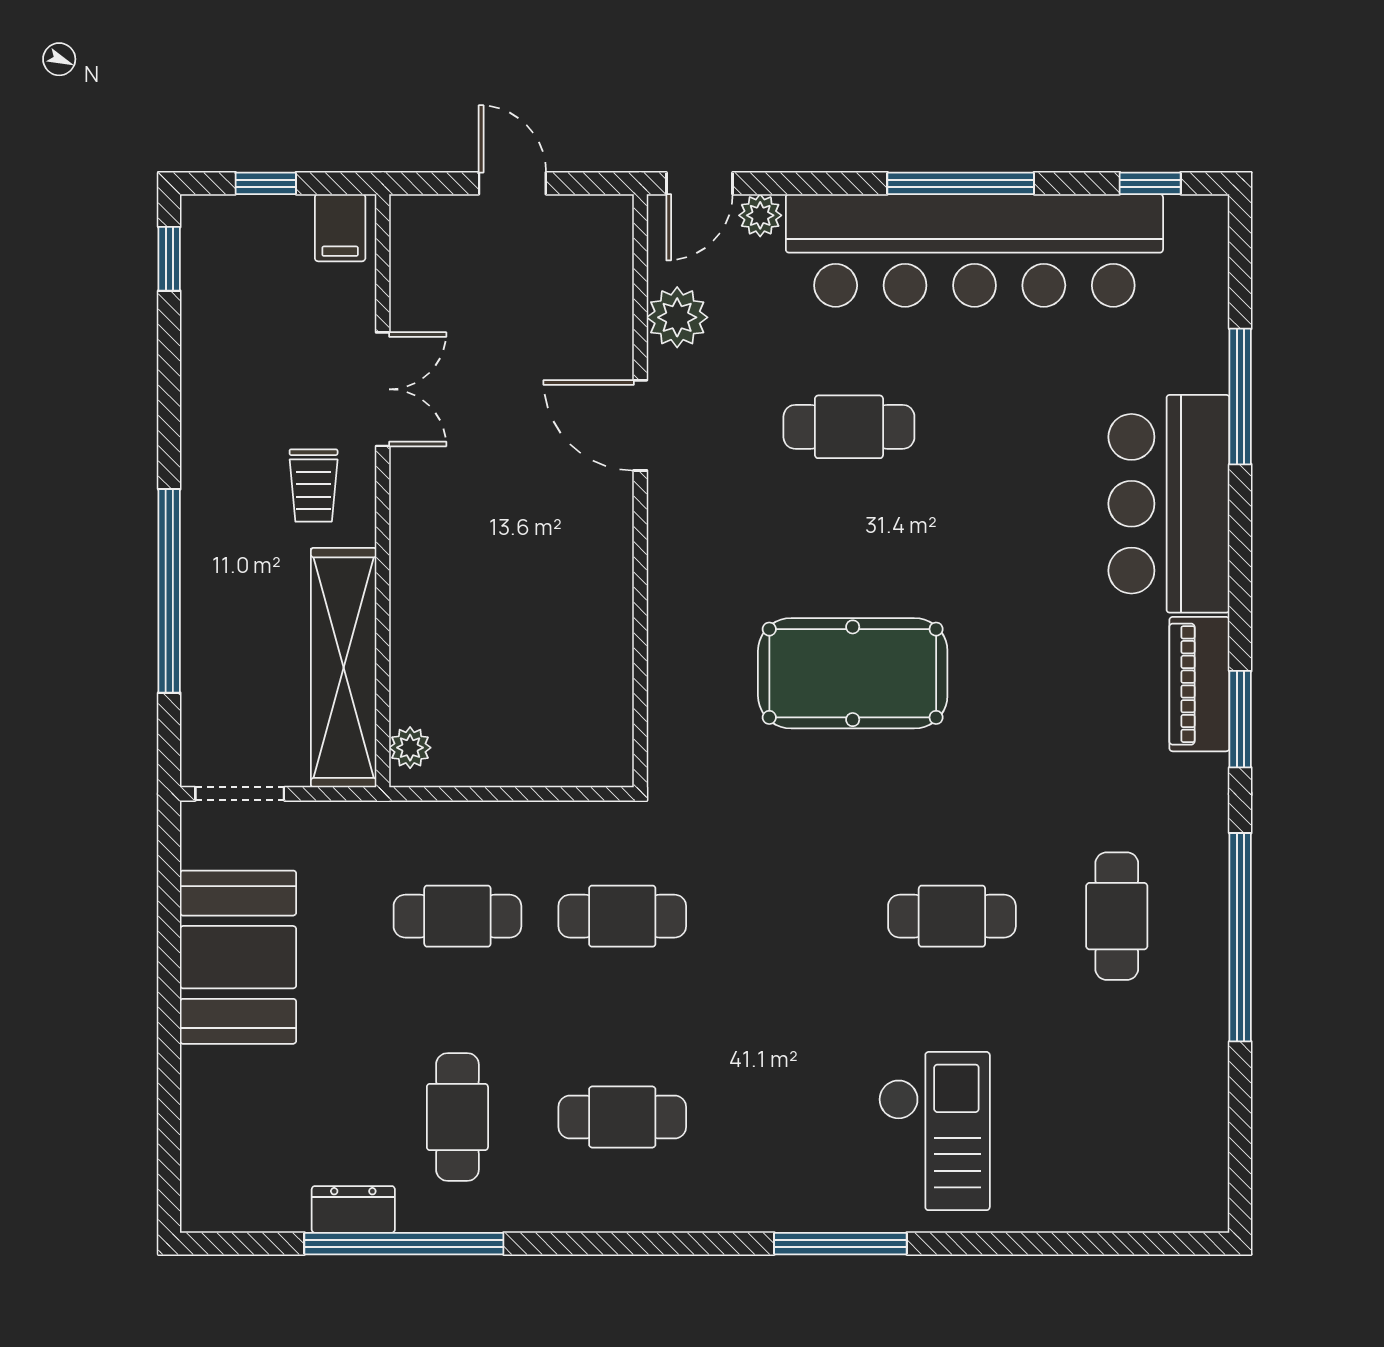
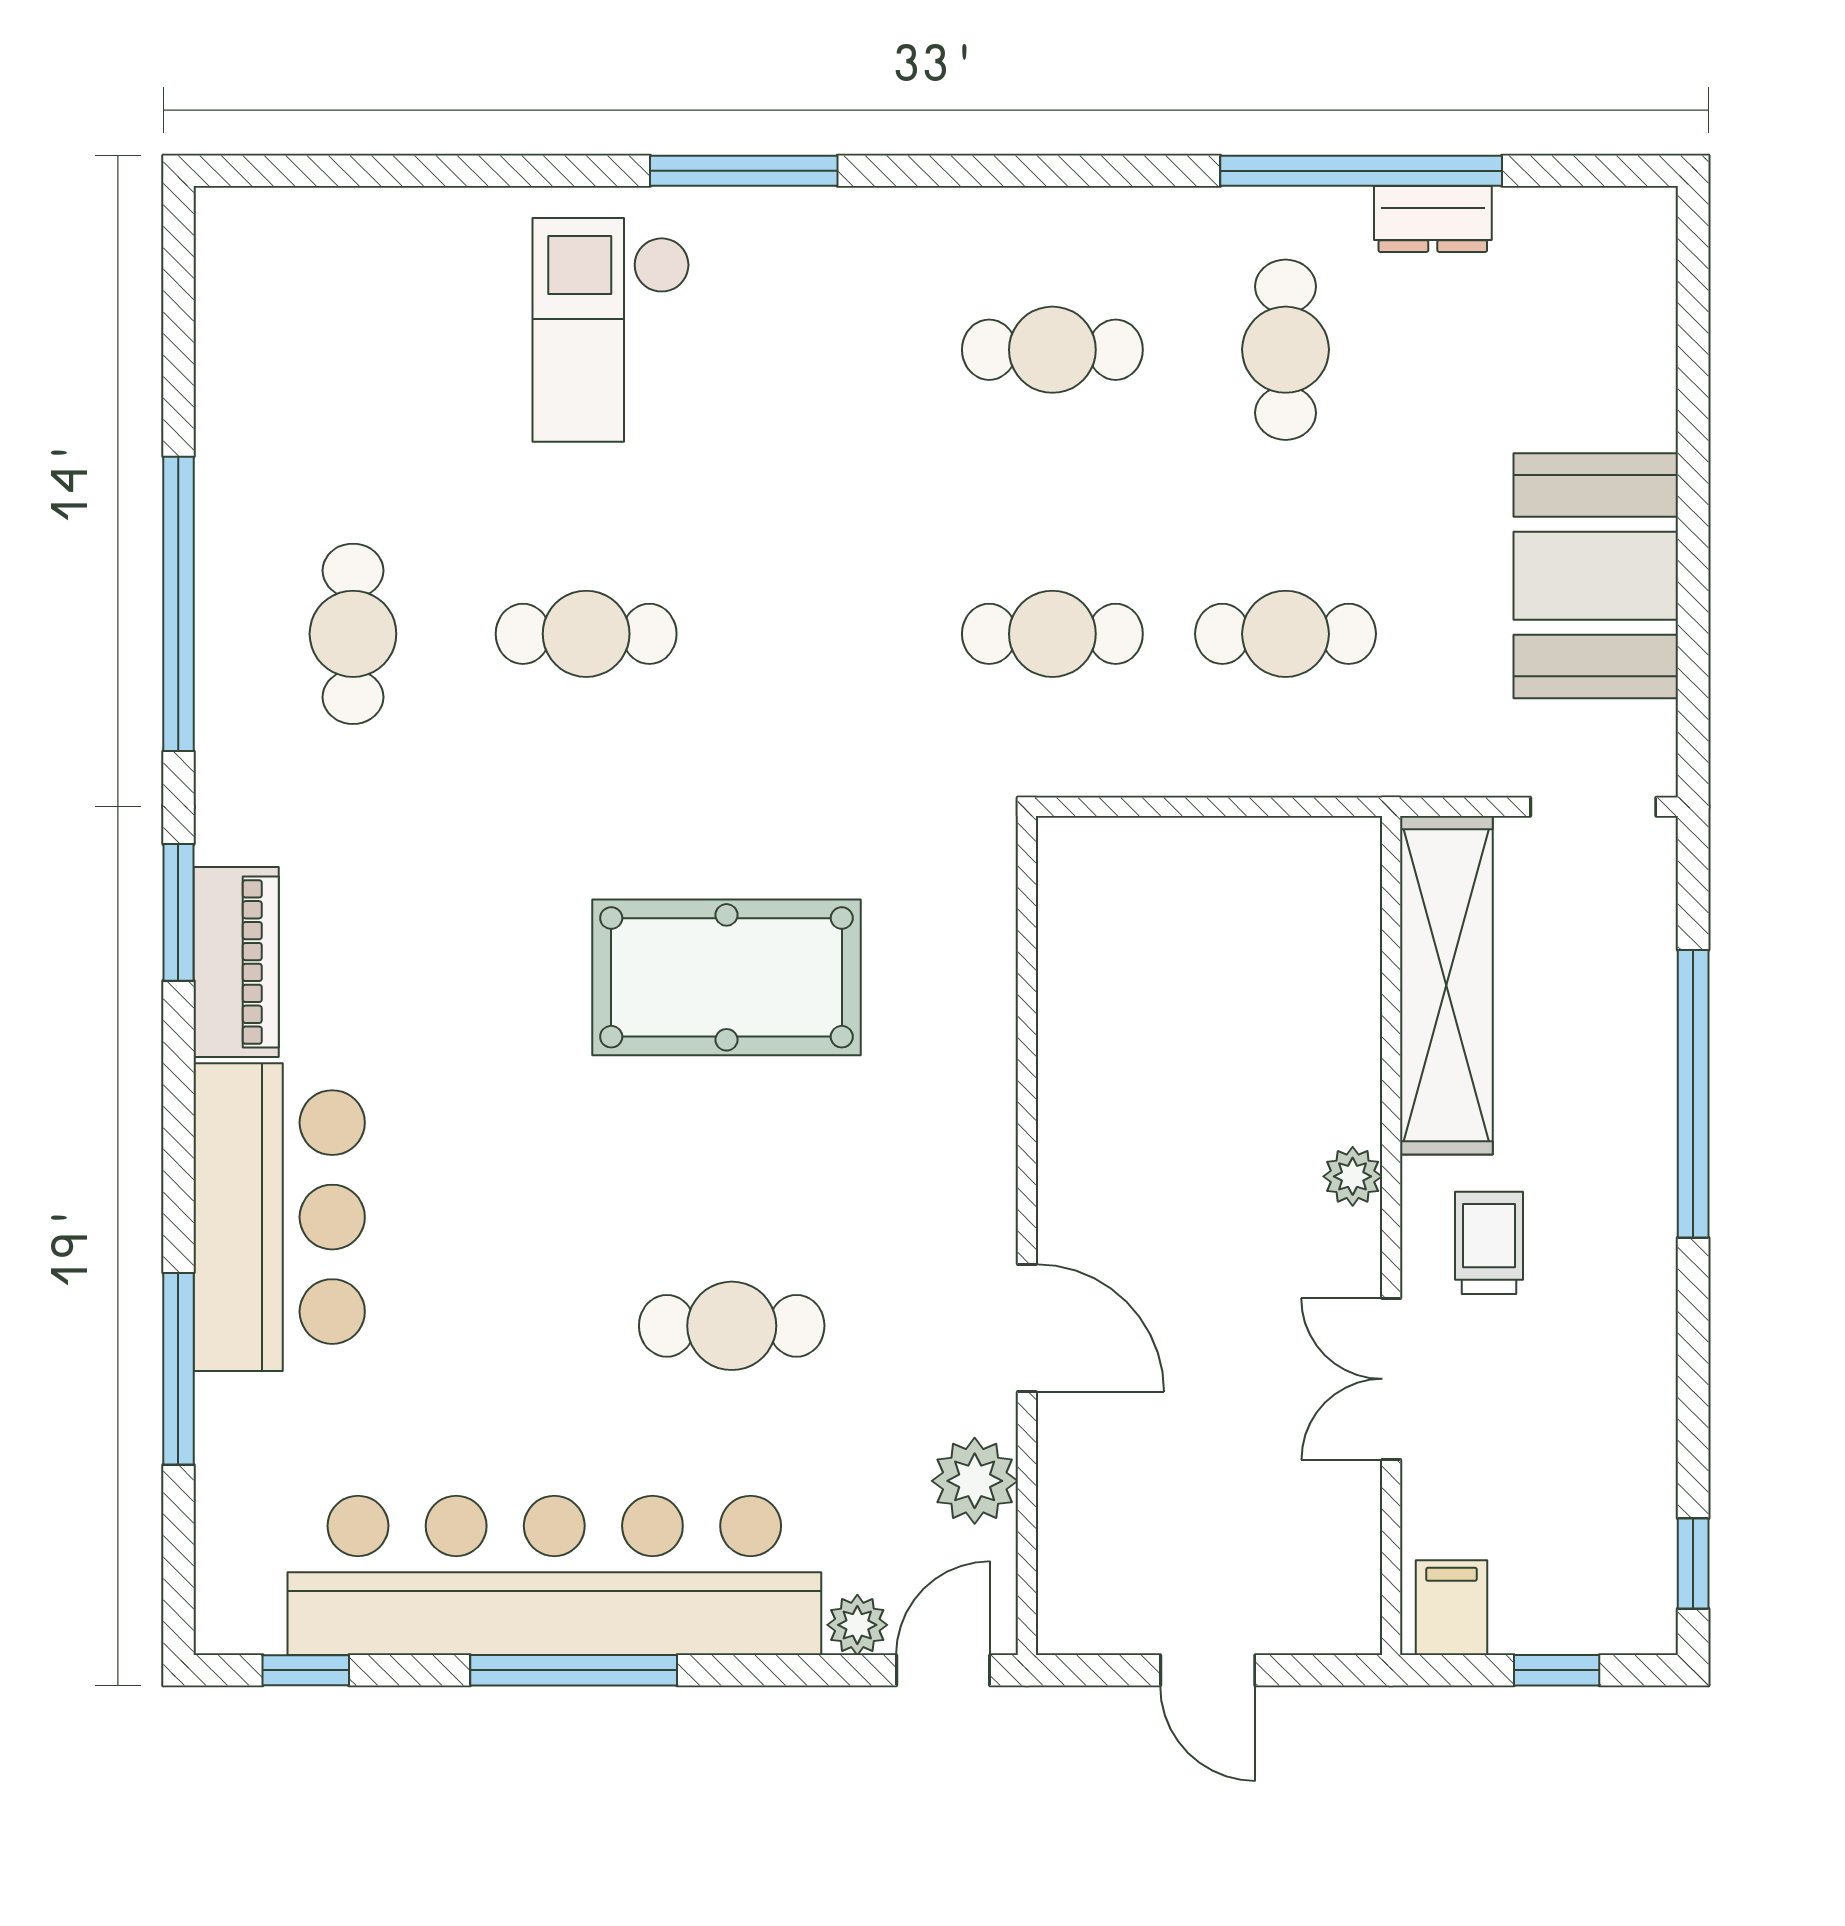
plant: (410, 748) -> (1353, 1176), moved

